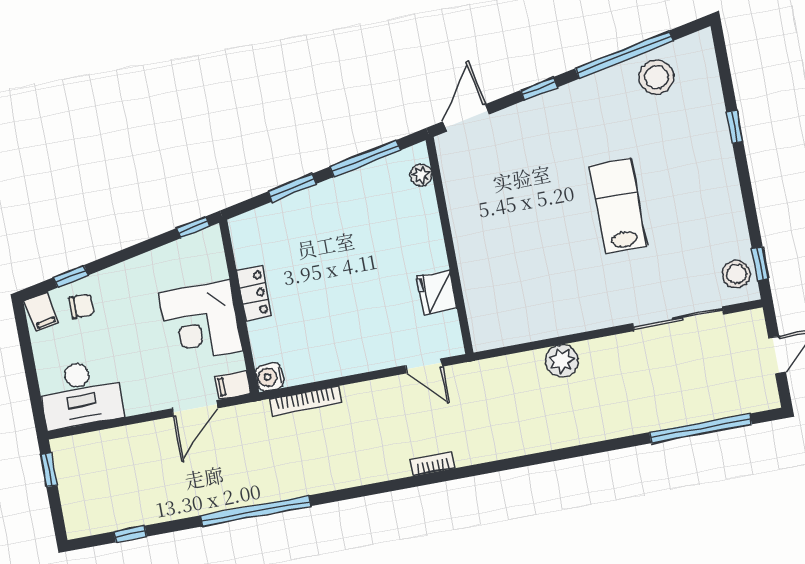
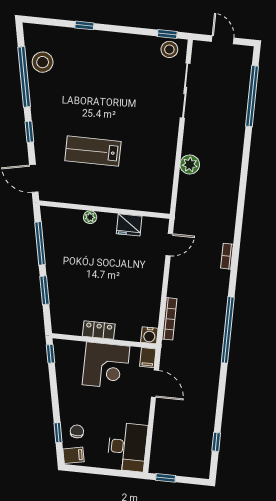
plant: (421, 175) -> (90, 217), moved
lab bench: (618, 206) -> (93, 151), moved
window: (256, 511) -> (228, 330), moved

